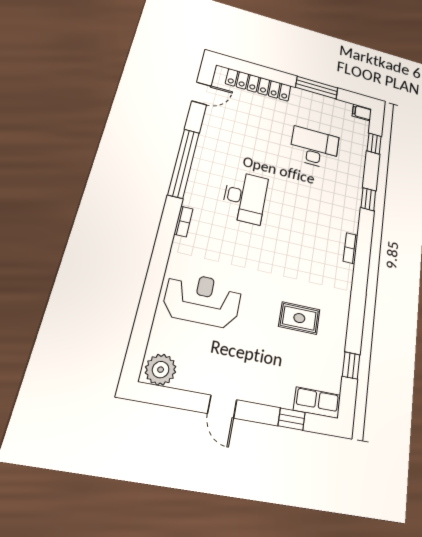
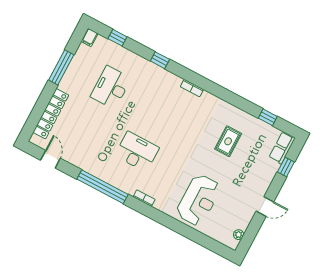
reception desk: (203, 300) -> (199, 200), turned 180
plant: (161, 370) -> (239, 235), width x0.53, depth x0.53

